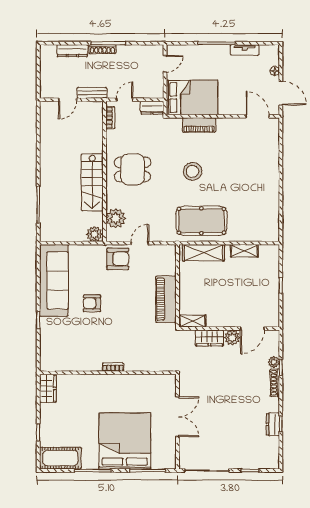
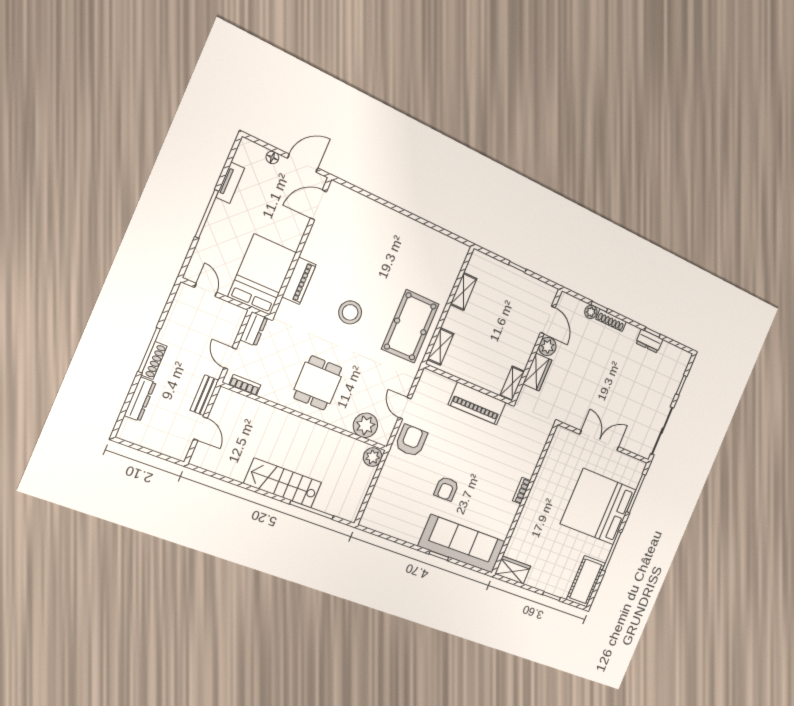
stairs: (92, 182) -> (283, 483), moved, turned 180
shelving: (203, 253) -> (440, 347), width x0.67, depth x0.75
sofa: (54, 280) -> (462, 544), moved

